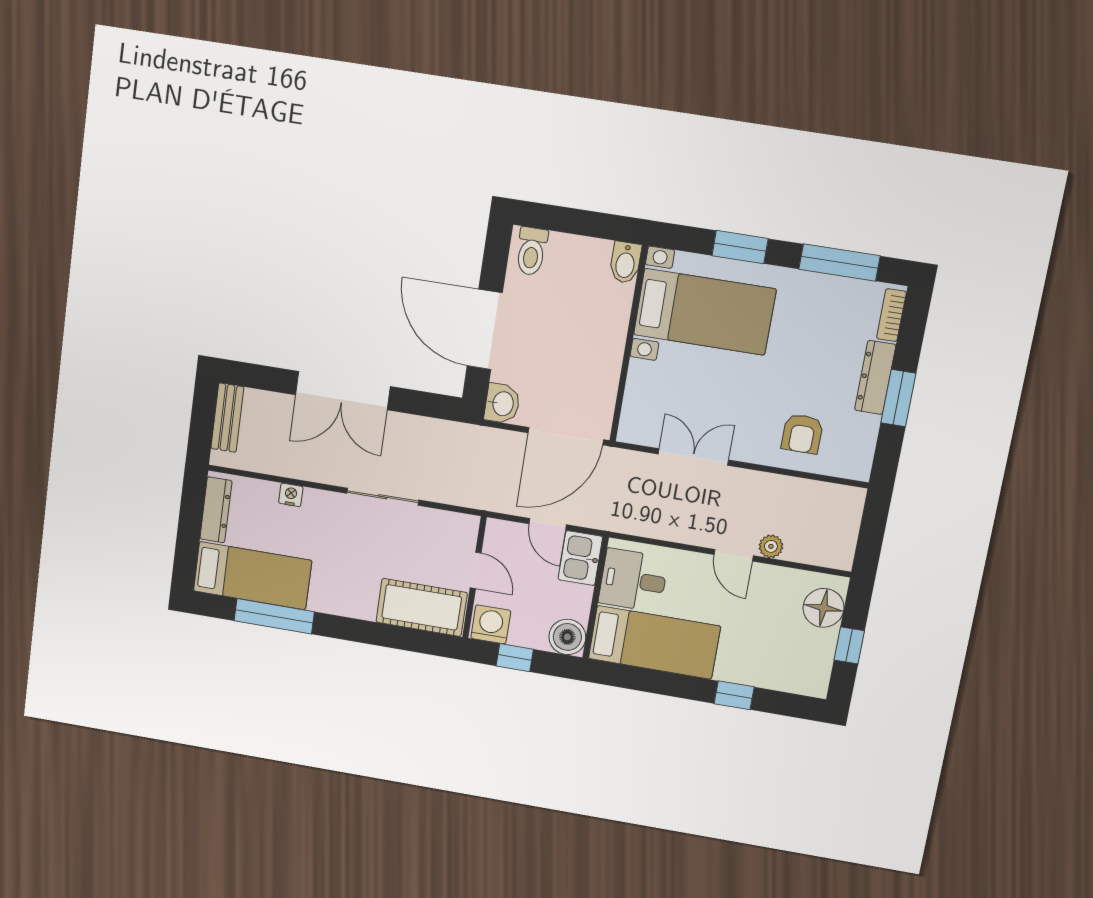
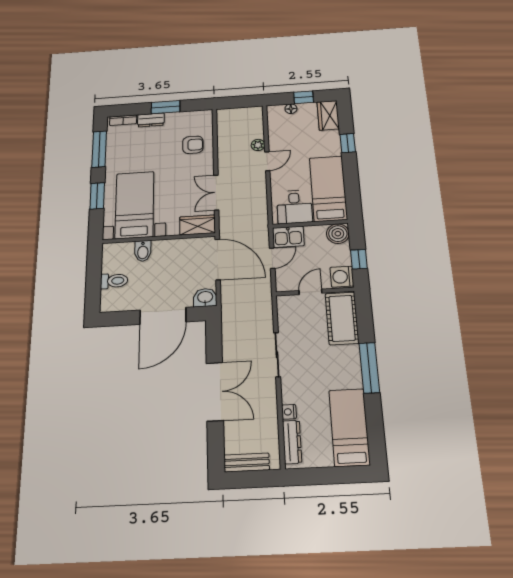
toilet: (531, 251) -> (114, 281), moved
bidet: (625, 262) -> (143, 251), moved, turned 90
dresser: (875, 377) -> (151, 120), width x0.70
wardrobe: (638, 414) -> (197, 225), added
dresser: (216, 510) -> (292, 442), moved, turned 90
floor lamp: (824, 608) -> (291, 109), width x0.53, depth x0.53
window: (274, 616) -> (369, 368), moved
wardrobe: (799, 677) -> (328, 115), added

